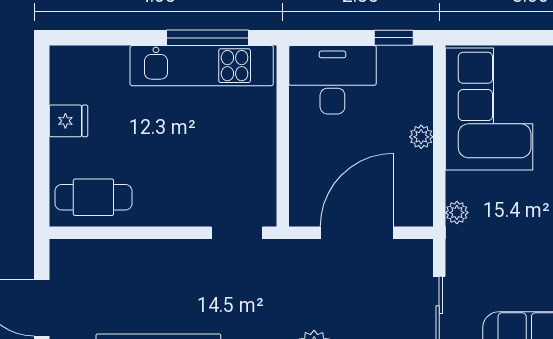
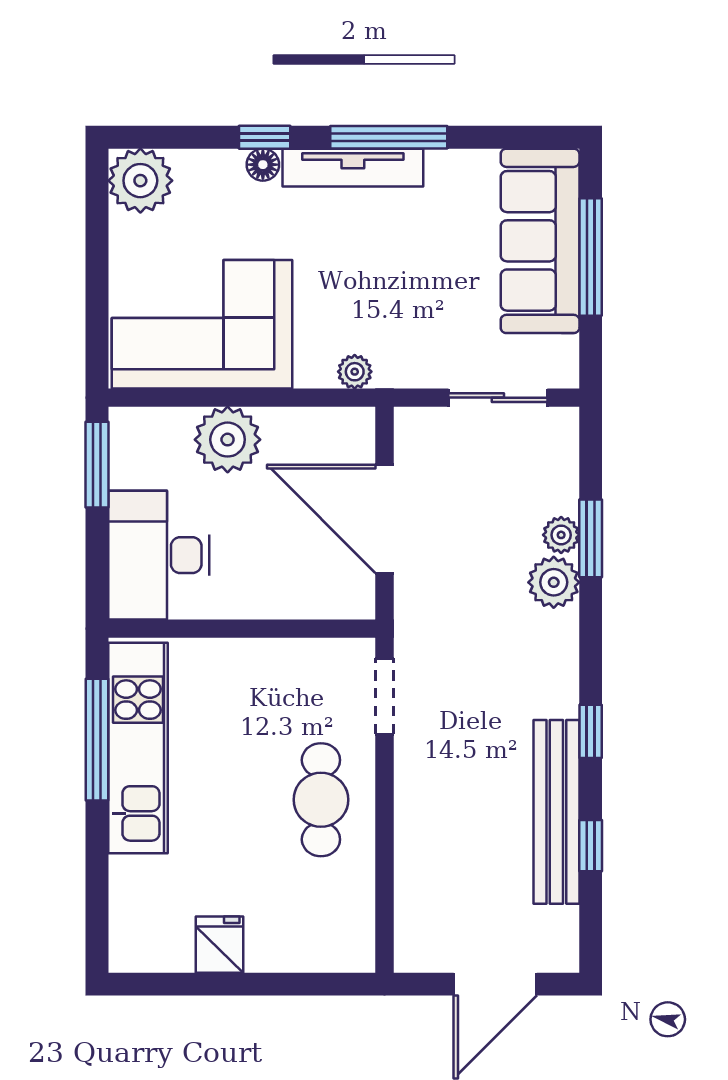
window: (394, 38) -> (97, 465), width x1.50
plant: (421, 137) -> (228, 440), width x1.88, depth x1.88
cafe table: (93, 197) -> (321, 800), moved

